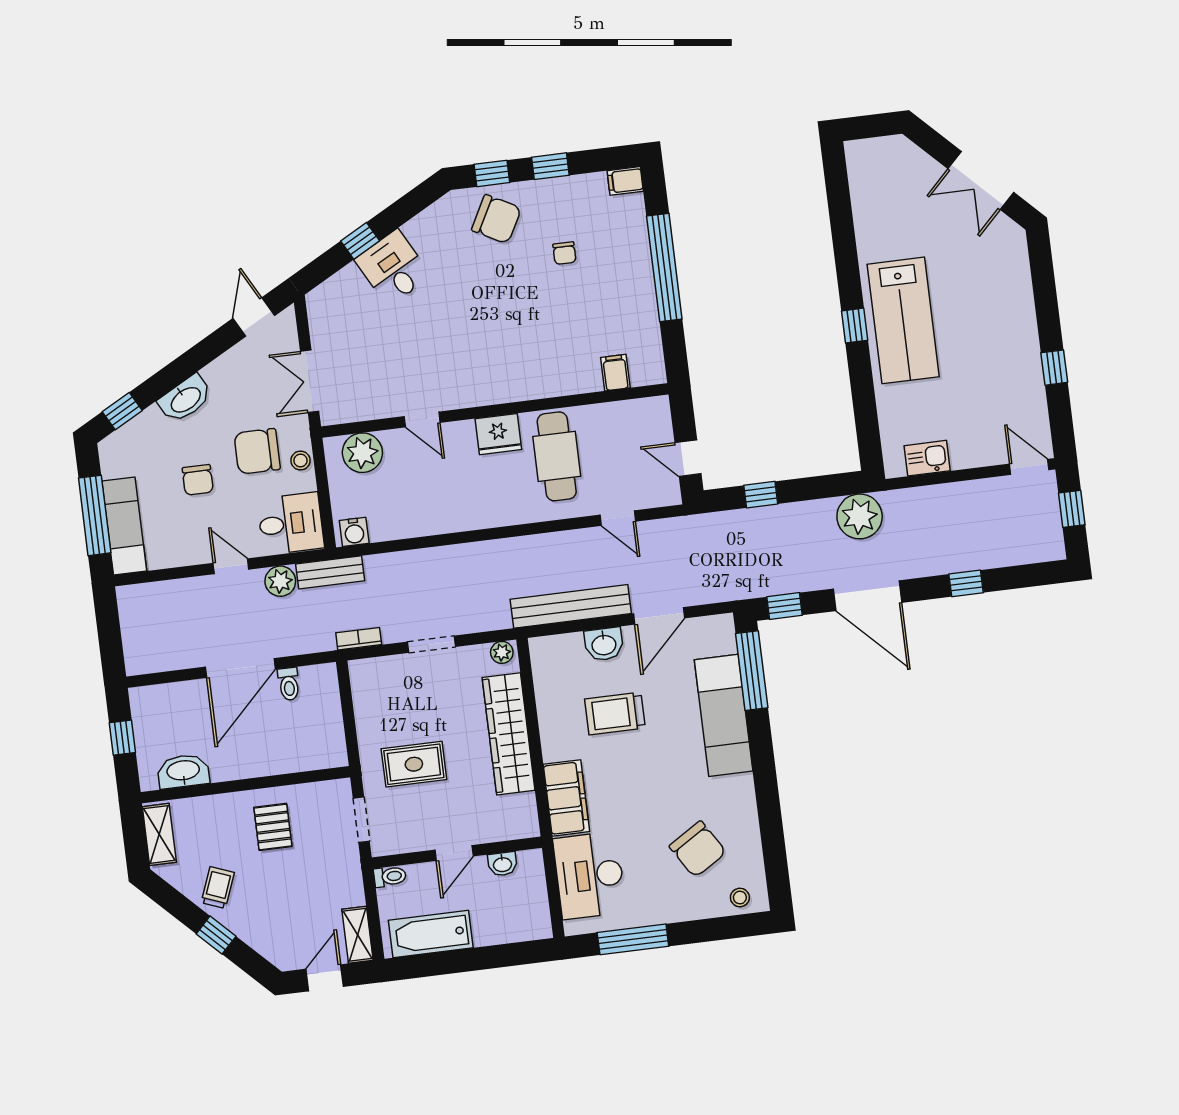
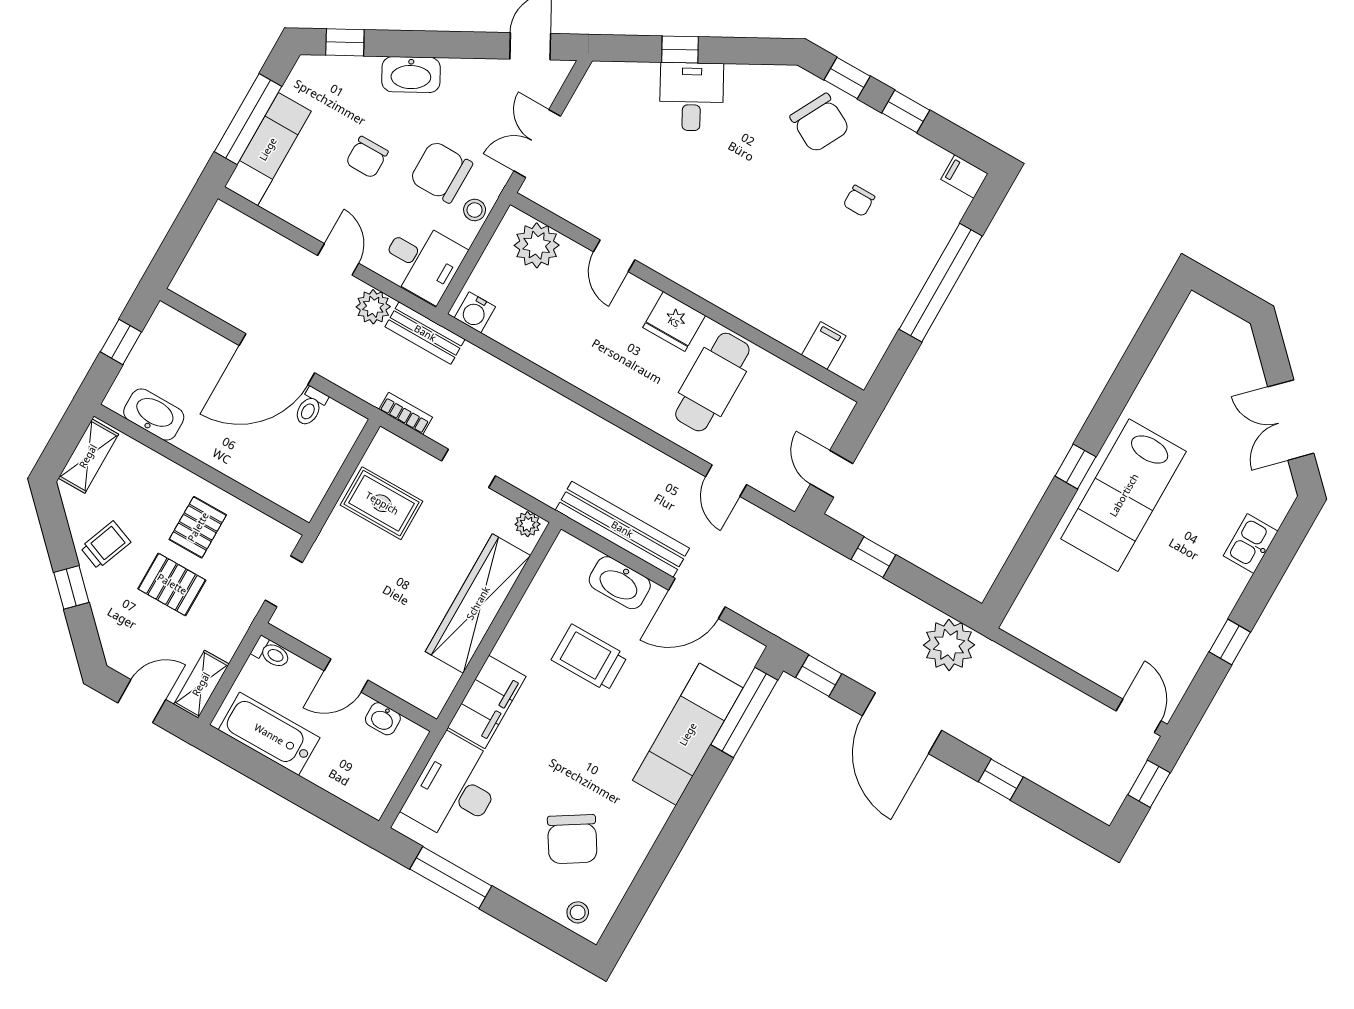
kitchen sink: (927, 458) -> (1251, 544), moved, turned -90
washbasin: (604, 644) -> (620, 583), width x1.38
rug: (414, 764) -> (382, 503), moved
pallet: (285, 881) -> (172, 584), added

